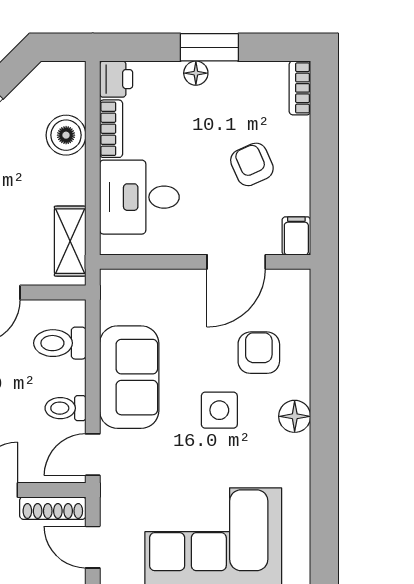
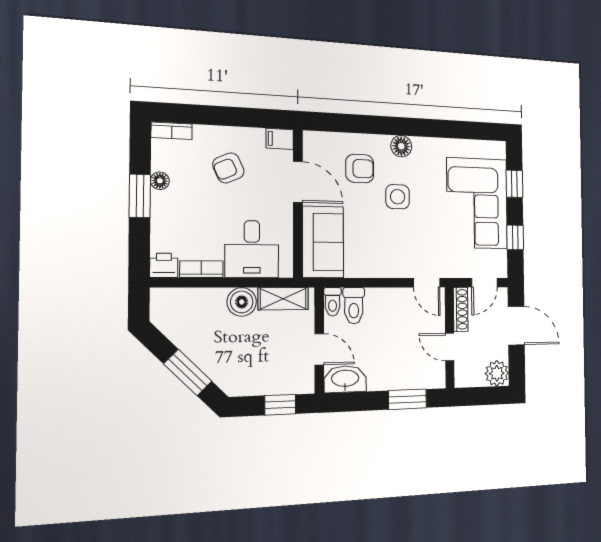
floor lamp: (196, 73) -> (160, 181), moved
boiler: (66, 135) -> (242, 302), moved
armchair: (259, 353) -> (360, 169), turned 180
sofa: (129, 377) -> (323, 242), moved, turned 90
toilet: (66, 408) -> (333, 302), moved

